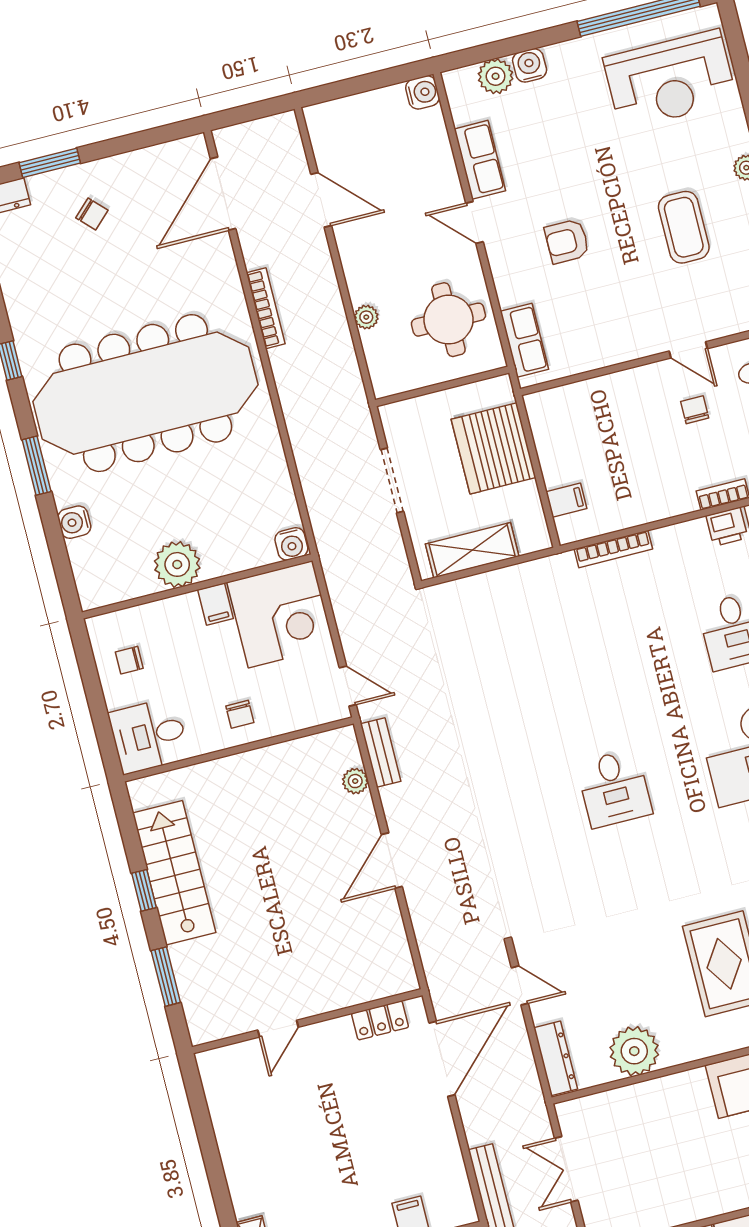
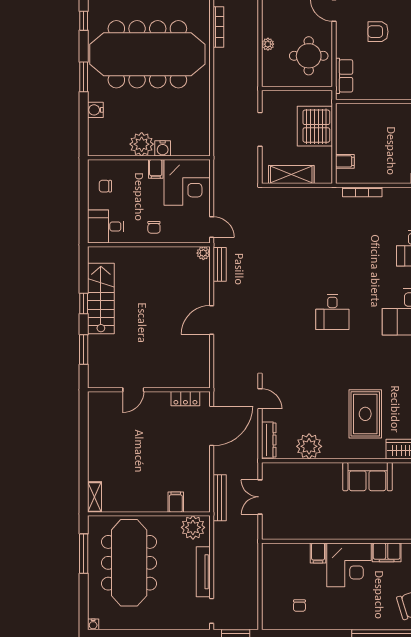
water cooler: (291, 544) -> (163, 148), moved
plant: (355, 781) -> (203, 253), moved

